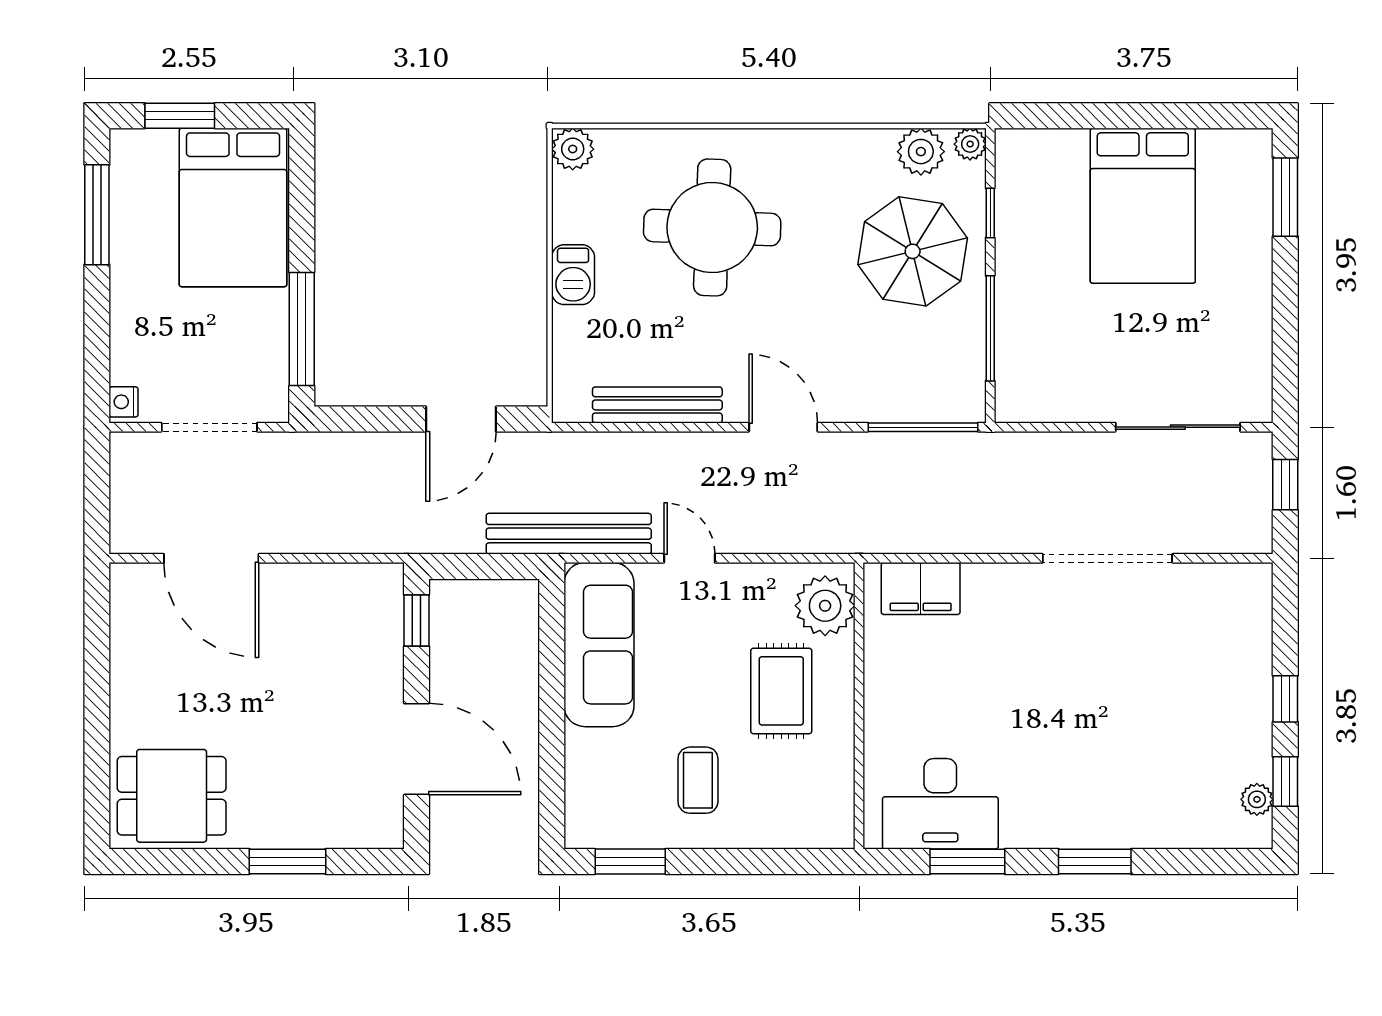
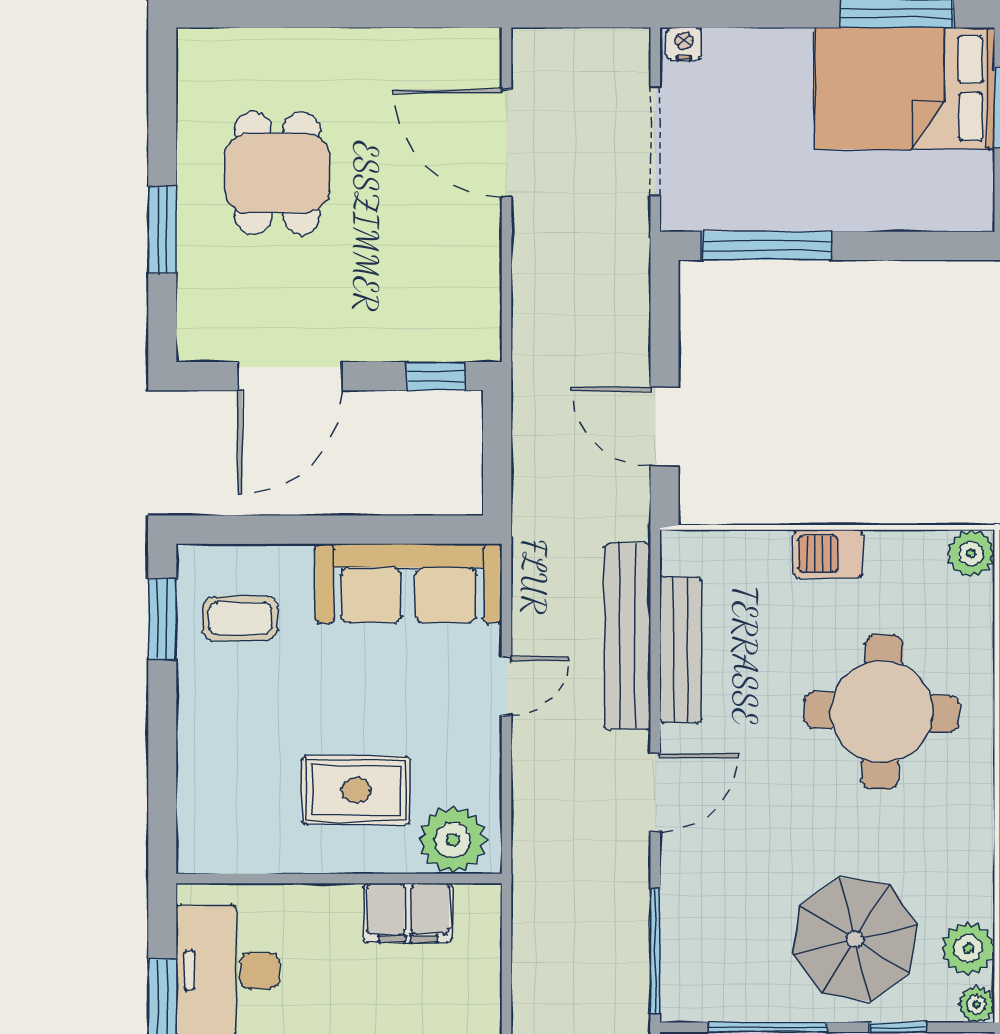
bed: (233, 207) -> (905, 88), moved
bench: (569, 534) -> (627, 636), moved
door: (211, 558) -> (506, 143), hinge flipped
filing cabinet: (921, 589) -> (408, 913), moved, turned -90
coffee table: (698, 780) -> (240, 618), moved
dining table: (172, 796) -> (277, 173), moved

